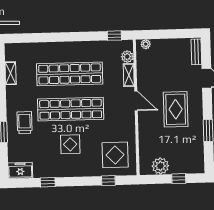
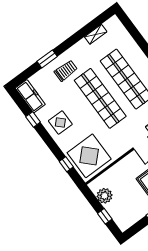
display table: (70, 144) -> (60, 122), moved
display table: (115, 155) -> (89, 156), width x1.36, depth x1.36
freezer: (20, 170) -> (30, 96), width x1.40

